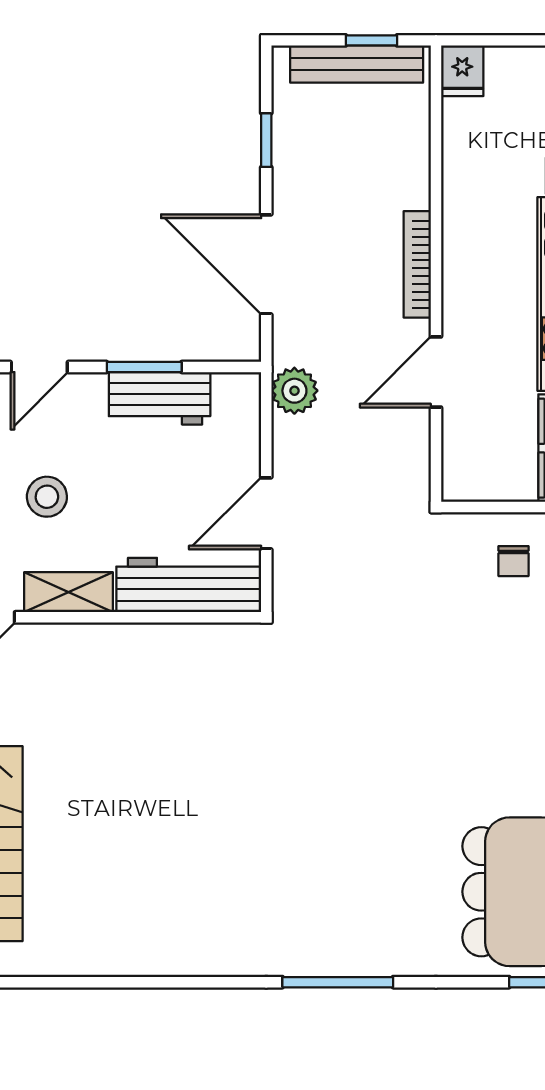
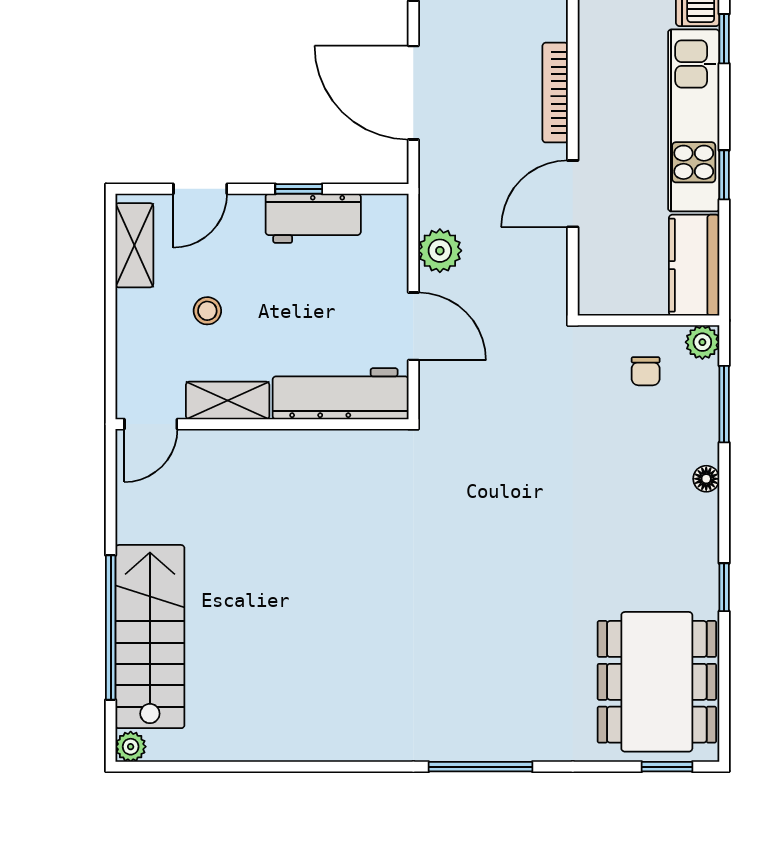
window: (144, 367) -> (299, 189), width x0.67
plant: (294, 391) -> (440, 251), moved
stool: (47, 497) -> (207, 311), width x0.73, depth x0.73
door: (266, 513) -> (413, 326), swing flipped

